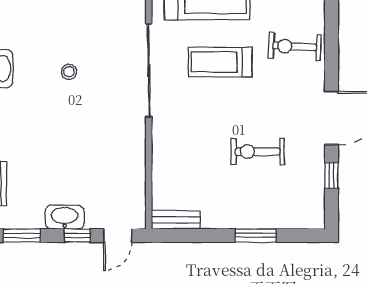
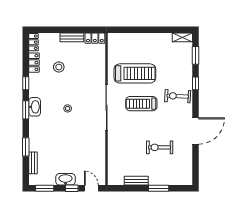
window: (331, 175) -> (196, 83), moved
bench: (176, 220) -> (136, 181), moved
door: (118, 236) -> (91, 188), swing flipped

